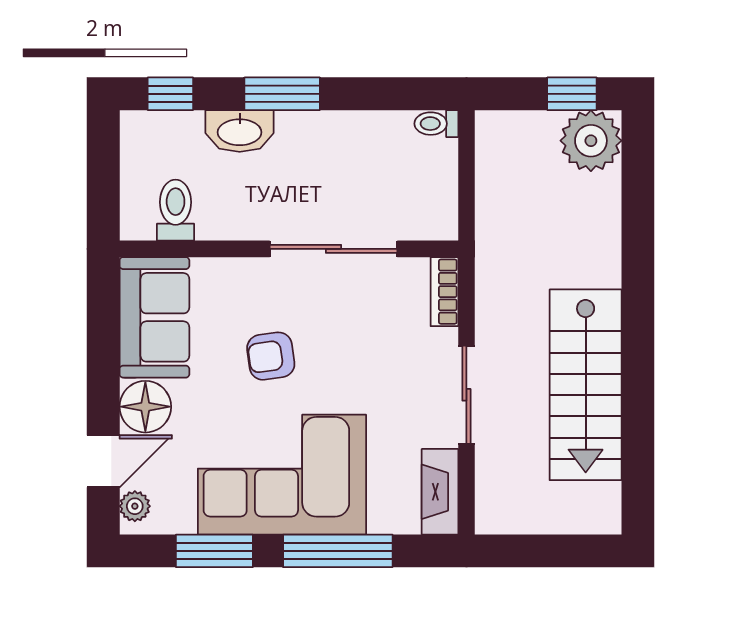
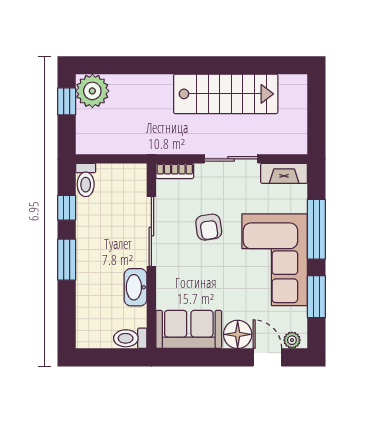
window: (170, 94) -> (67, 208), moved
toilet: (436, 124) -> (86, 180), width x1.37, depth x1.39
washbasin: (240, 131) -> (135, 287), moved, turned 180
toilet: (176, 210) -> (130, 338), moved
armchair: (271, 356) -> (209, 227), moved

